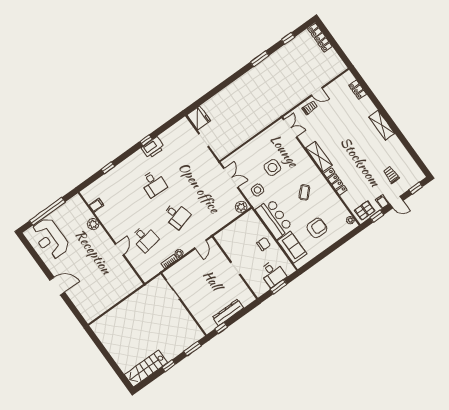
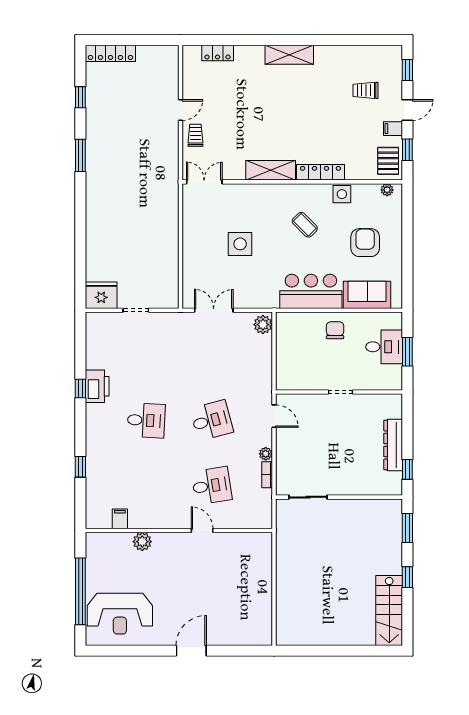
side table: (258, 190) -> (342, 194), moved

